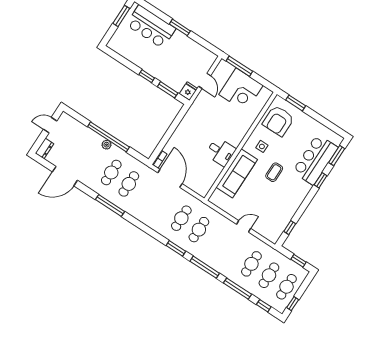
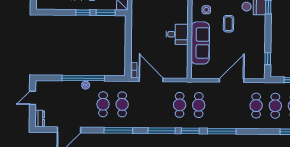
door: (244, 226) -> (232, 80), width x1.87
window: (238, 289) -> (162, 131), moved

